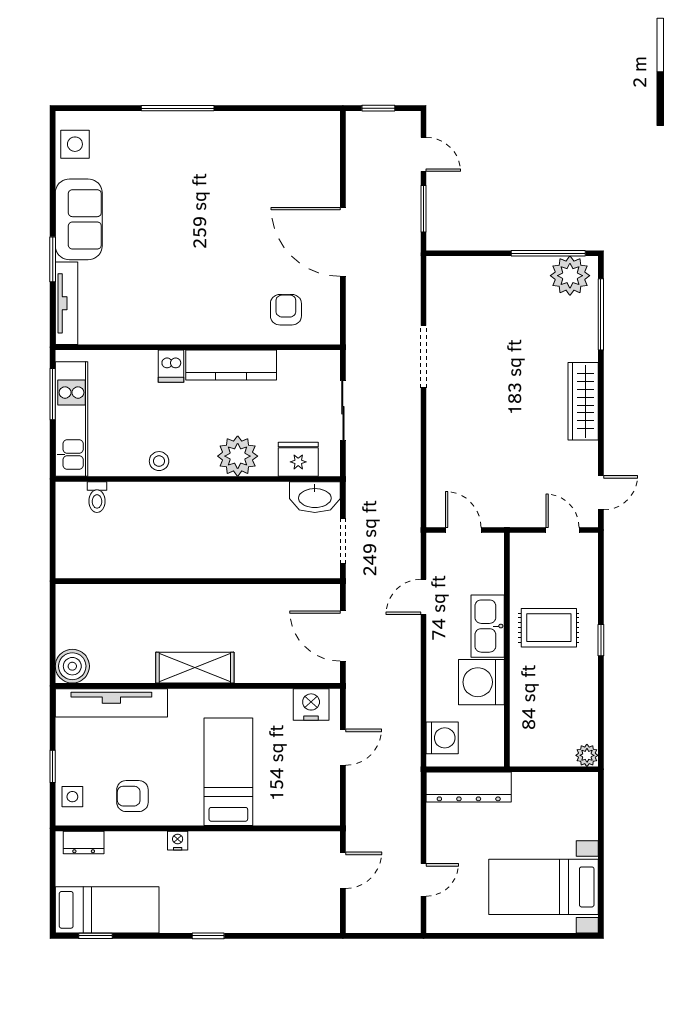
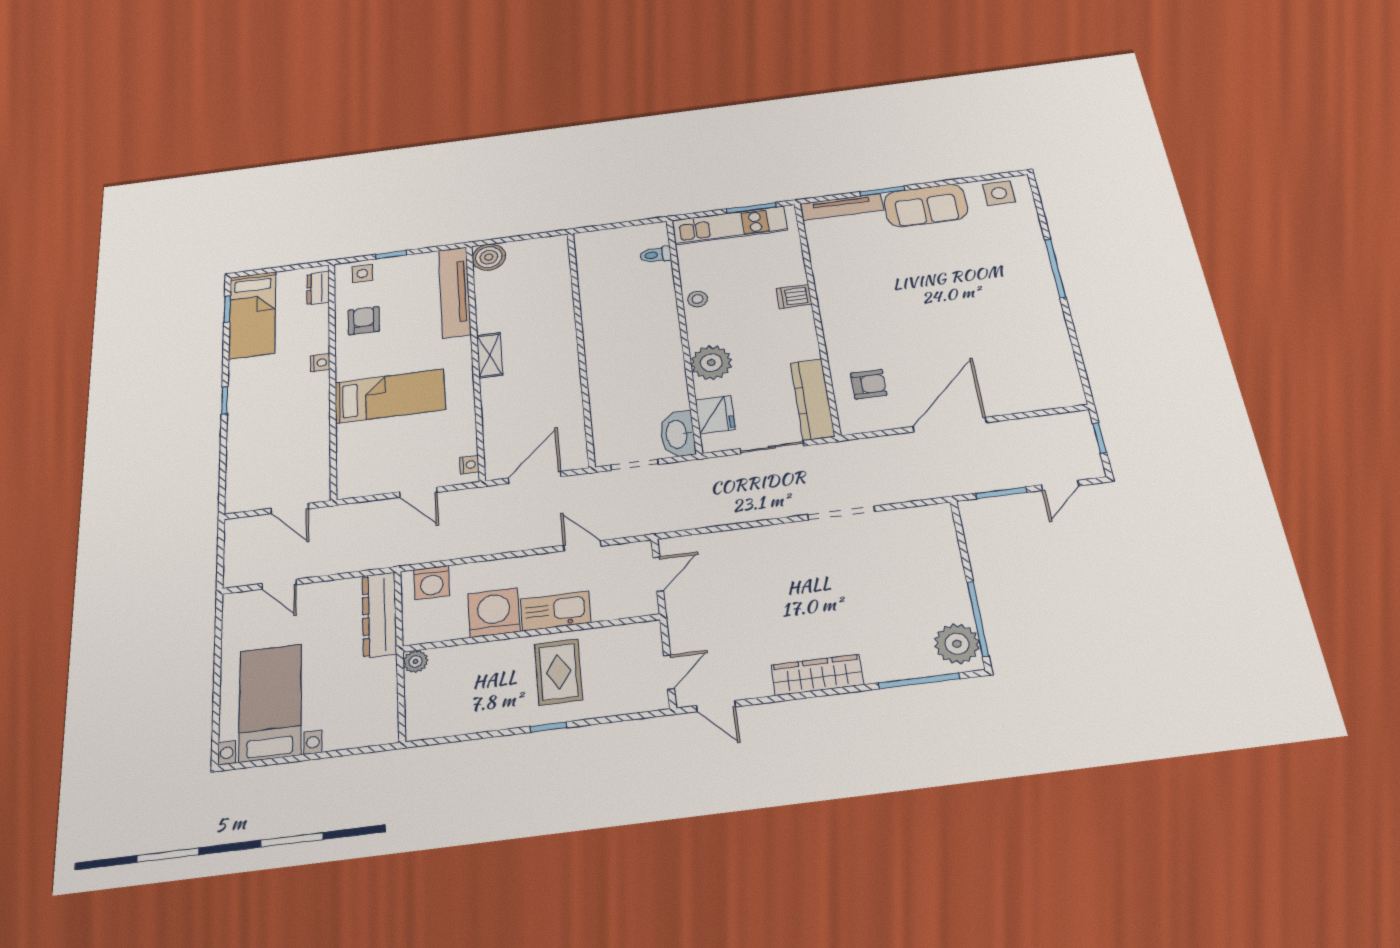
kitchen counter: (231, 365) -> (813, 399), moved
shelving: (195, 668) -> (490, 355), width x0.67, depth x0.75
nightstand: (311, 705) -> (469, 465), width x0.53, depth x0.56
plant: (587, 755) -> (415, 661), moved

